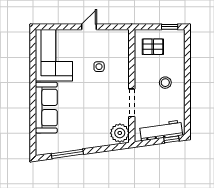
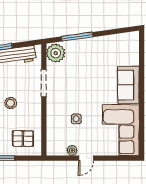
plant: (103, 35) -> (72, 150), added
sofa: (46, 108) -> (128, 85), width x0.73
window: (67, 154) -> (77, 37), moved

